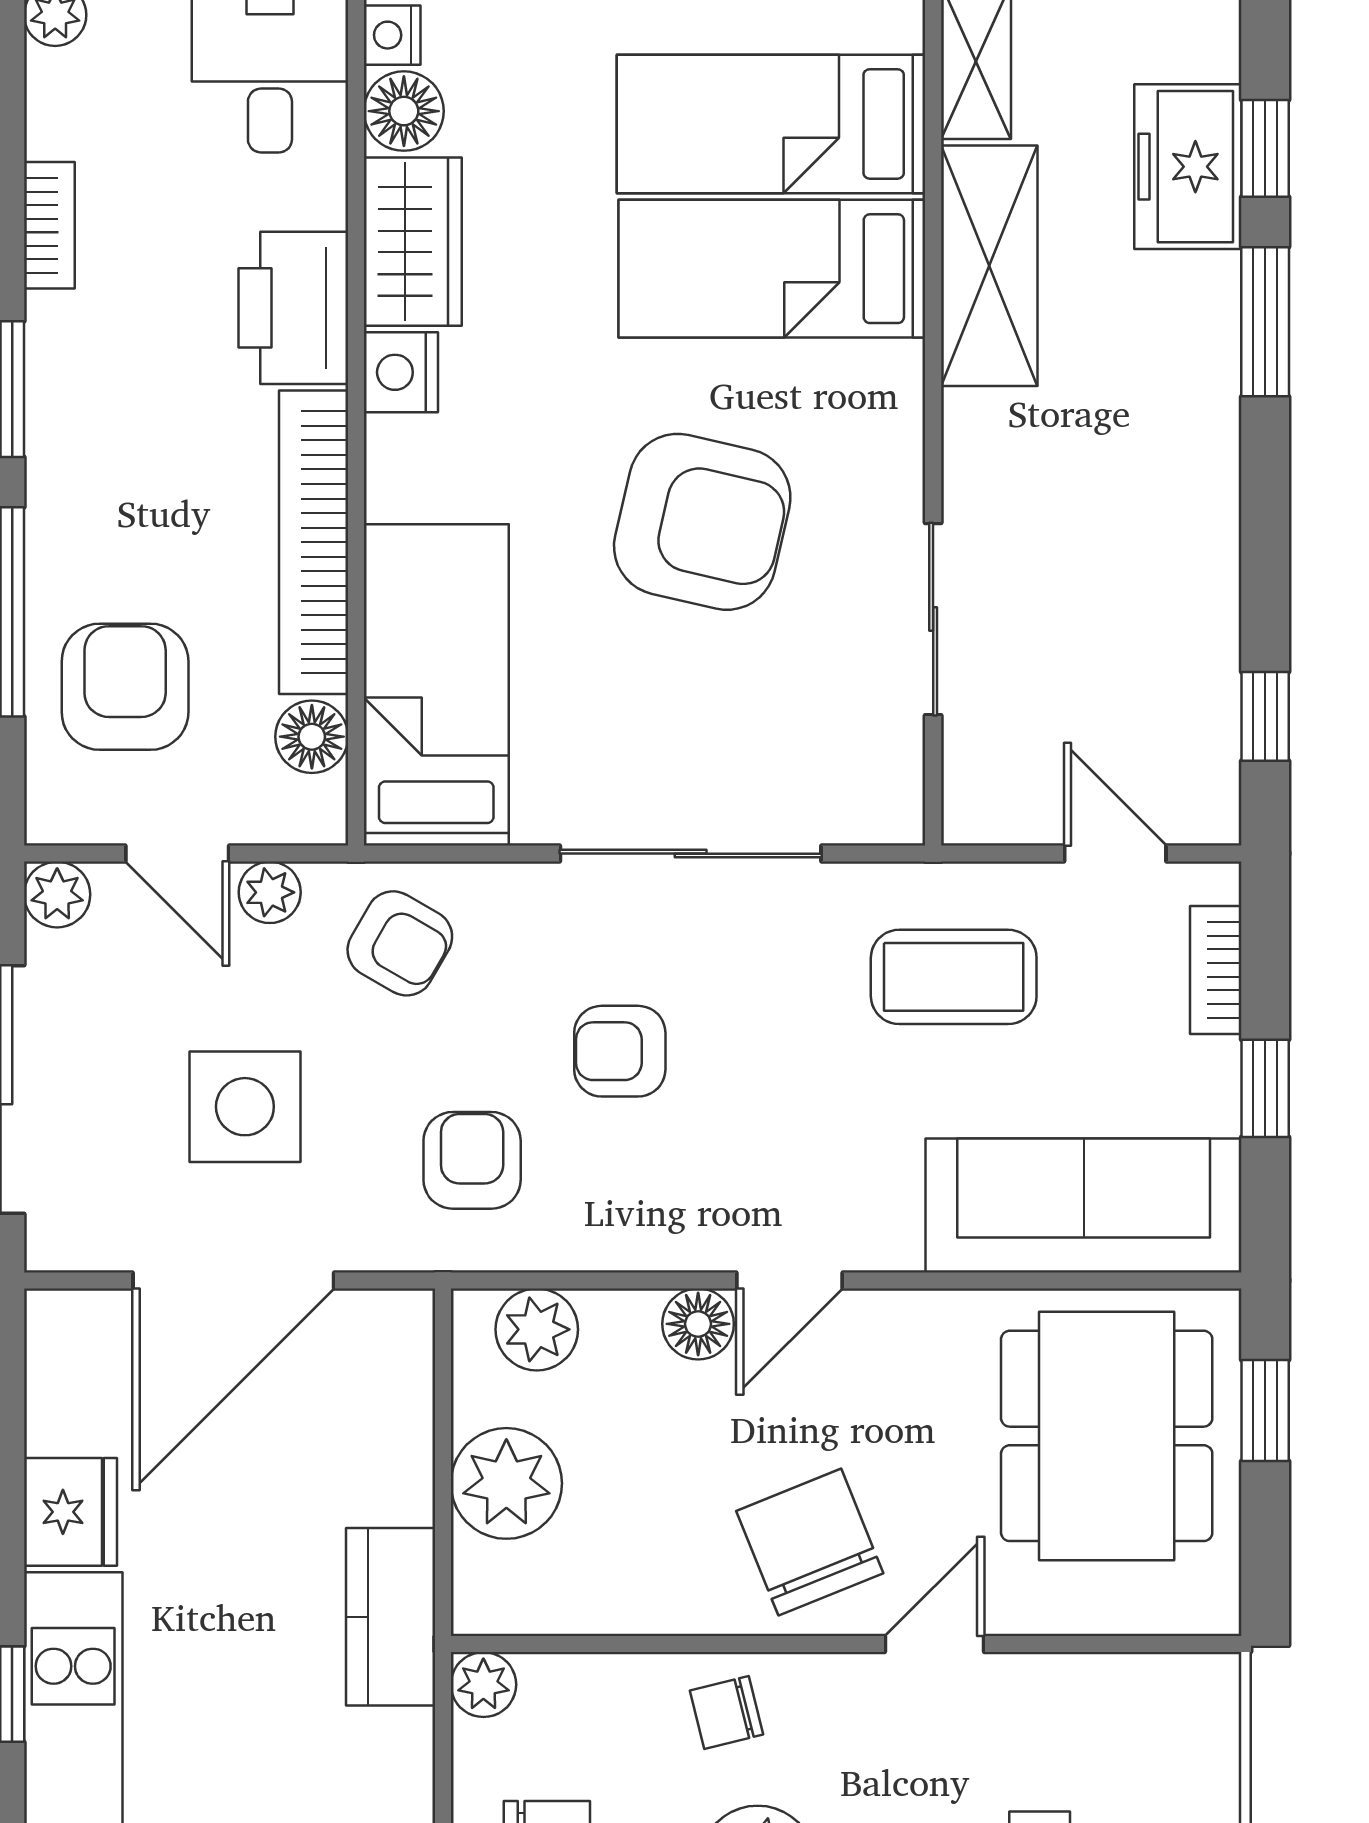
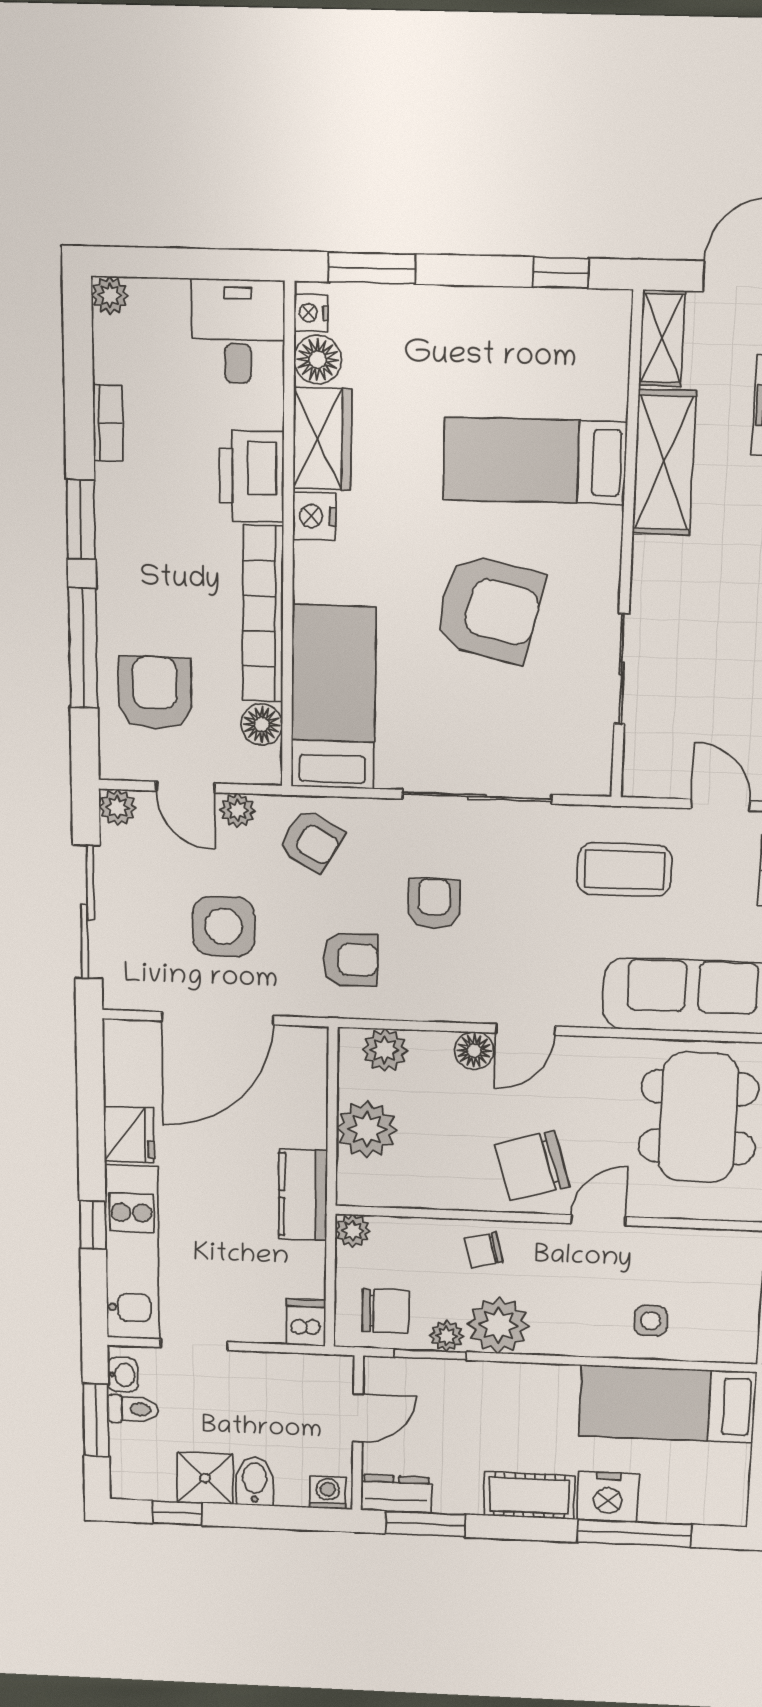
bed: (771, 124) -> (537, 373), removed
armchair: (620, 1051) -> (434, 904), turned 90
armchair: (472, 1160) -> (350, 960), turned 90
chair: (810, 1542) -> (532, 1166), turned -85

